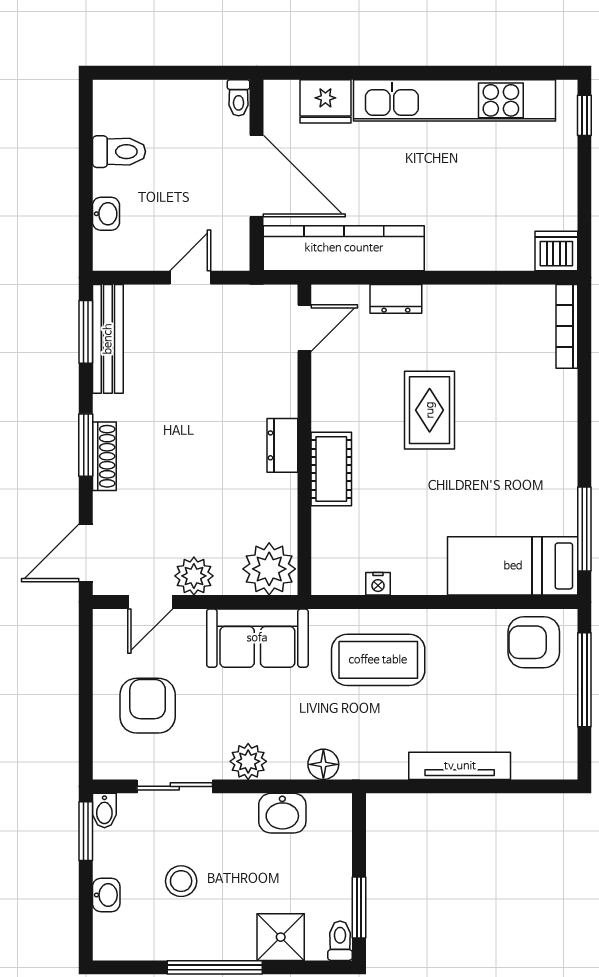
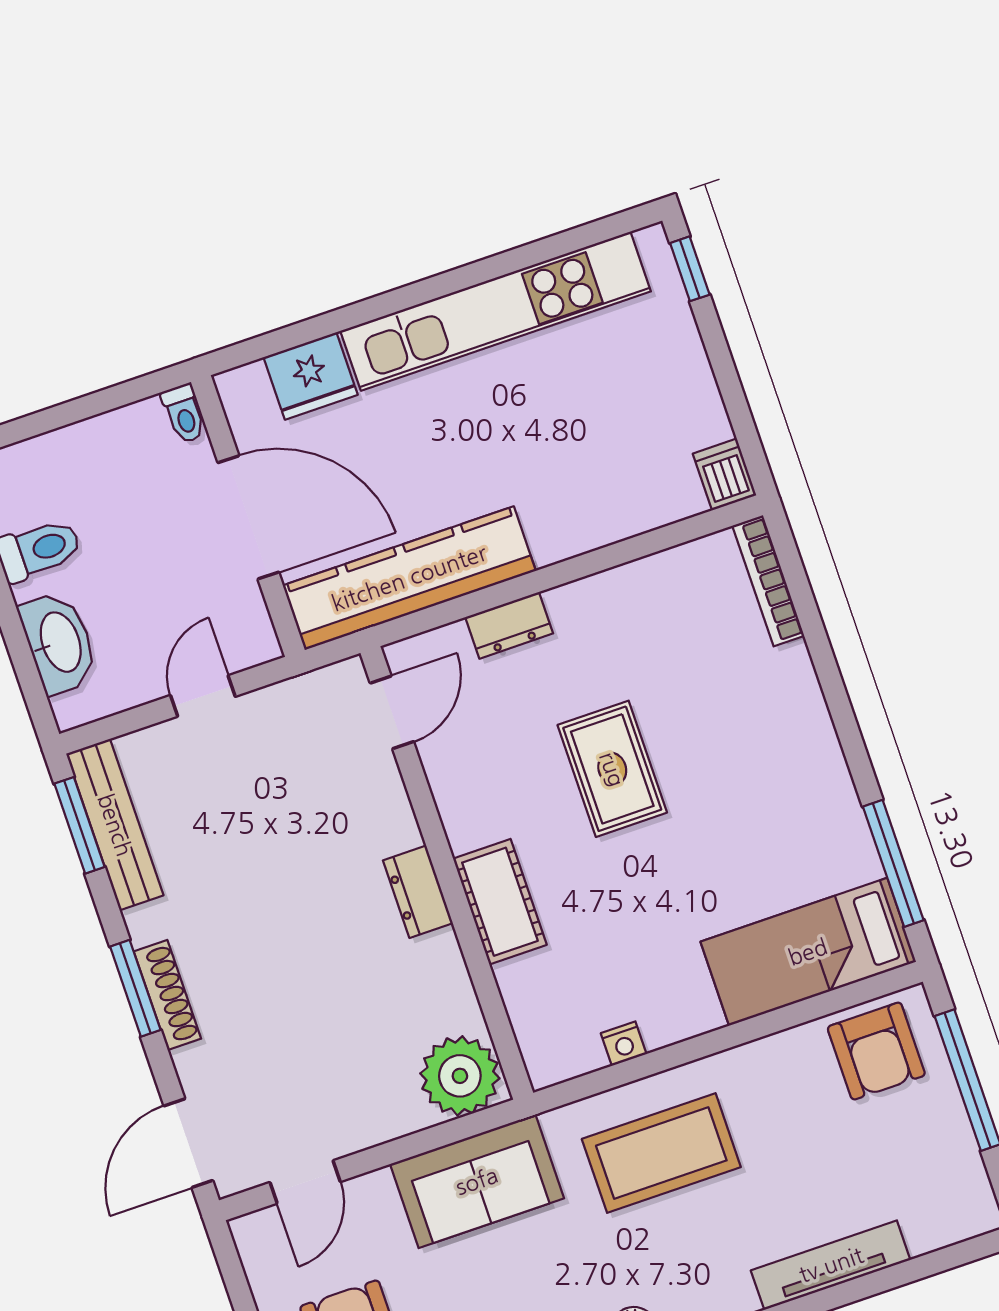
washbasin: (106, 214) -> (59, 643), width x1.91, depth x1.45
dishwasher: (556, 251) -> (725, 475), width x0.73
plant: (194, 576) -> (355, 1123), removed
armchair: (534, 642) -> (876, 1051), turned -90

